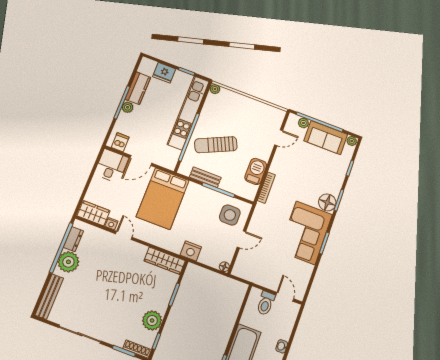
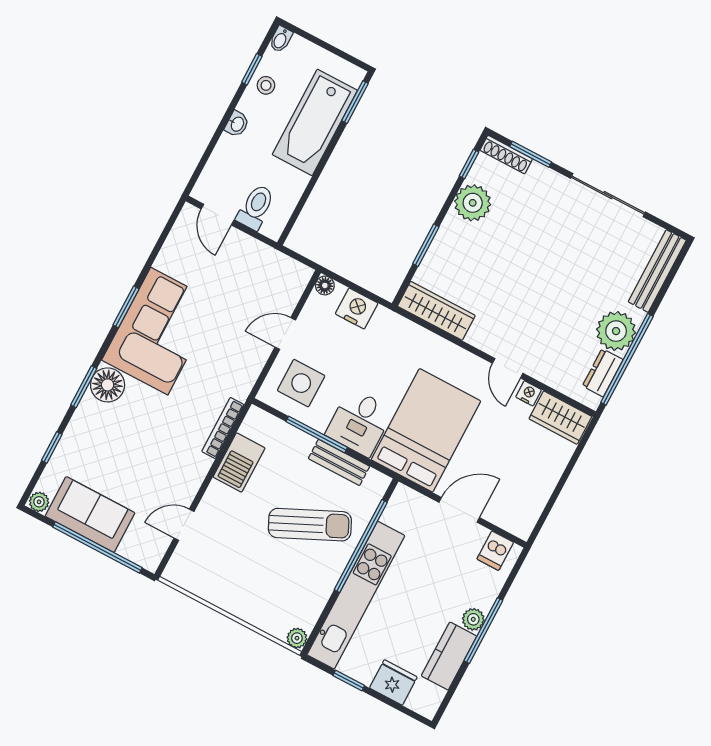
plant: (303, 123) -> (130, 549), removed
desk: (111, 166) -> (359, 422), moved
nightstand: (191, 251) -> (357, 309), moved

